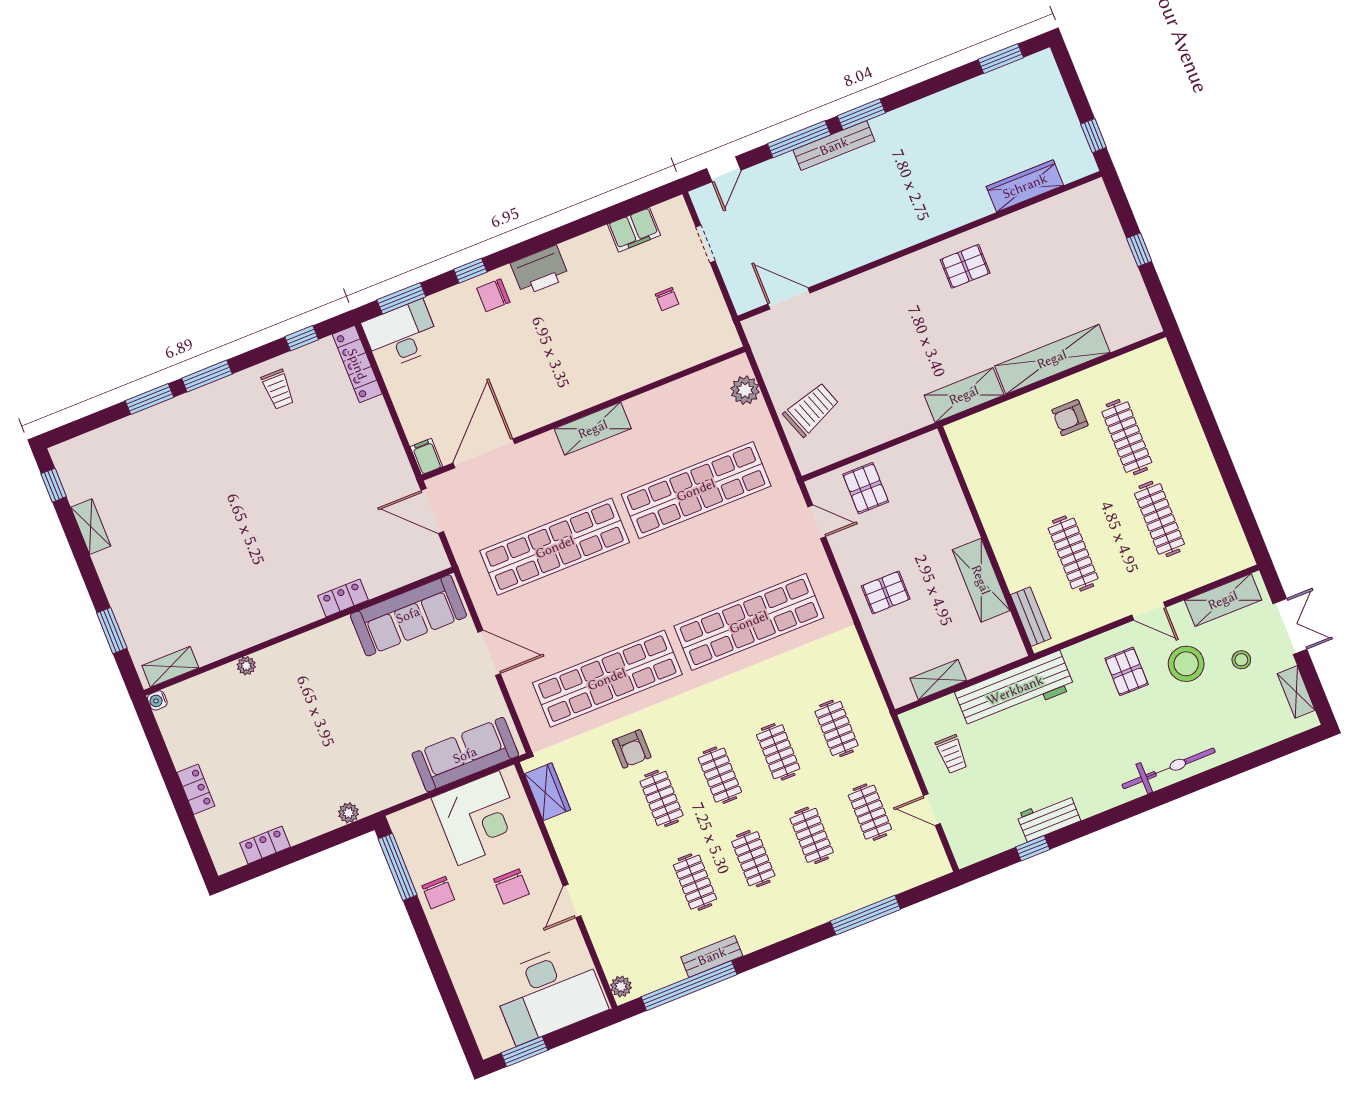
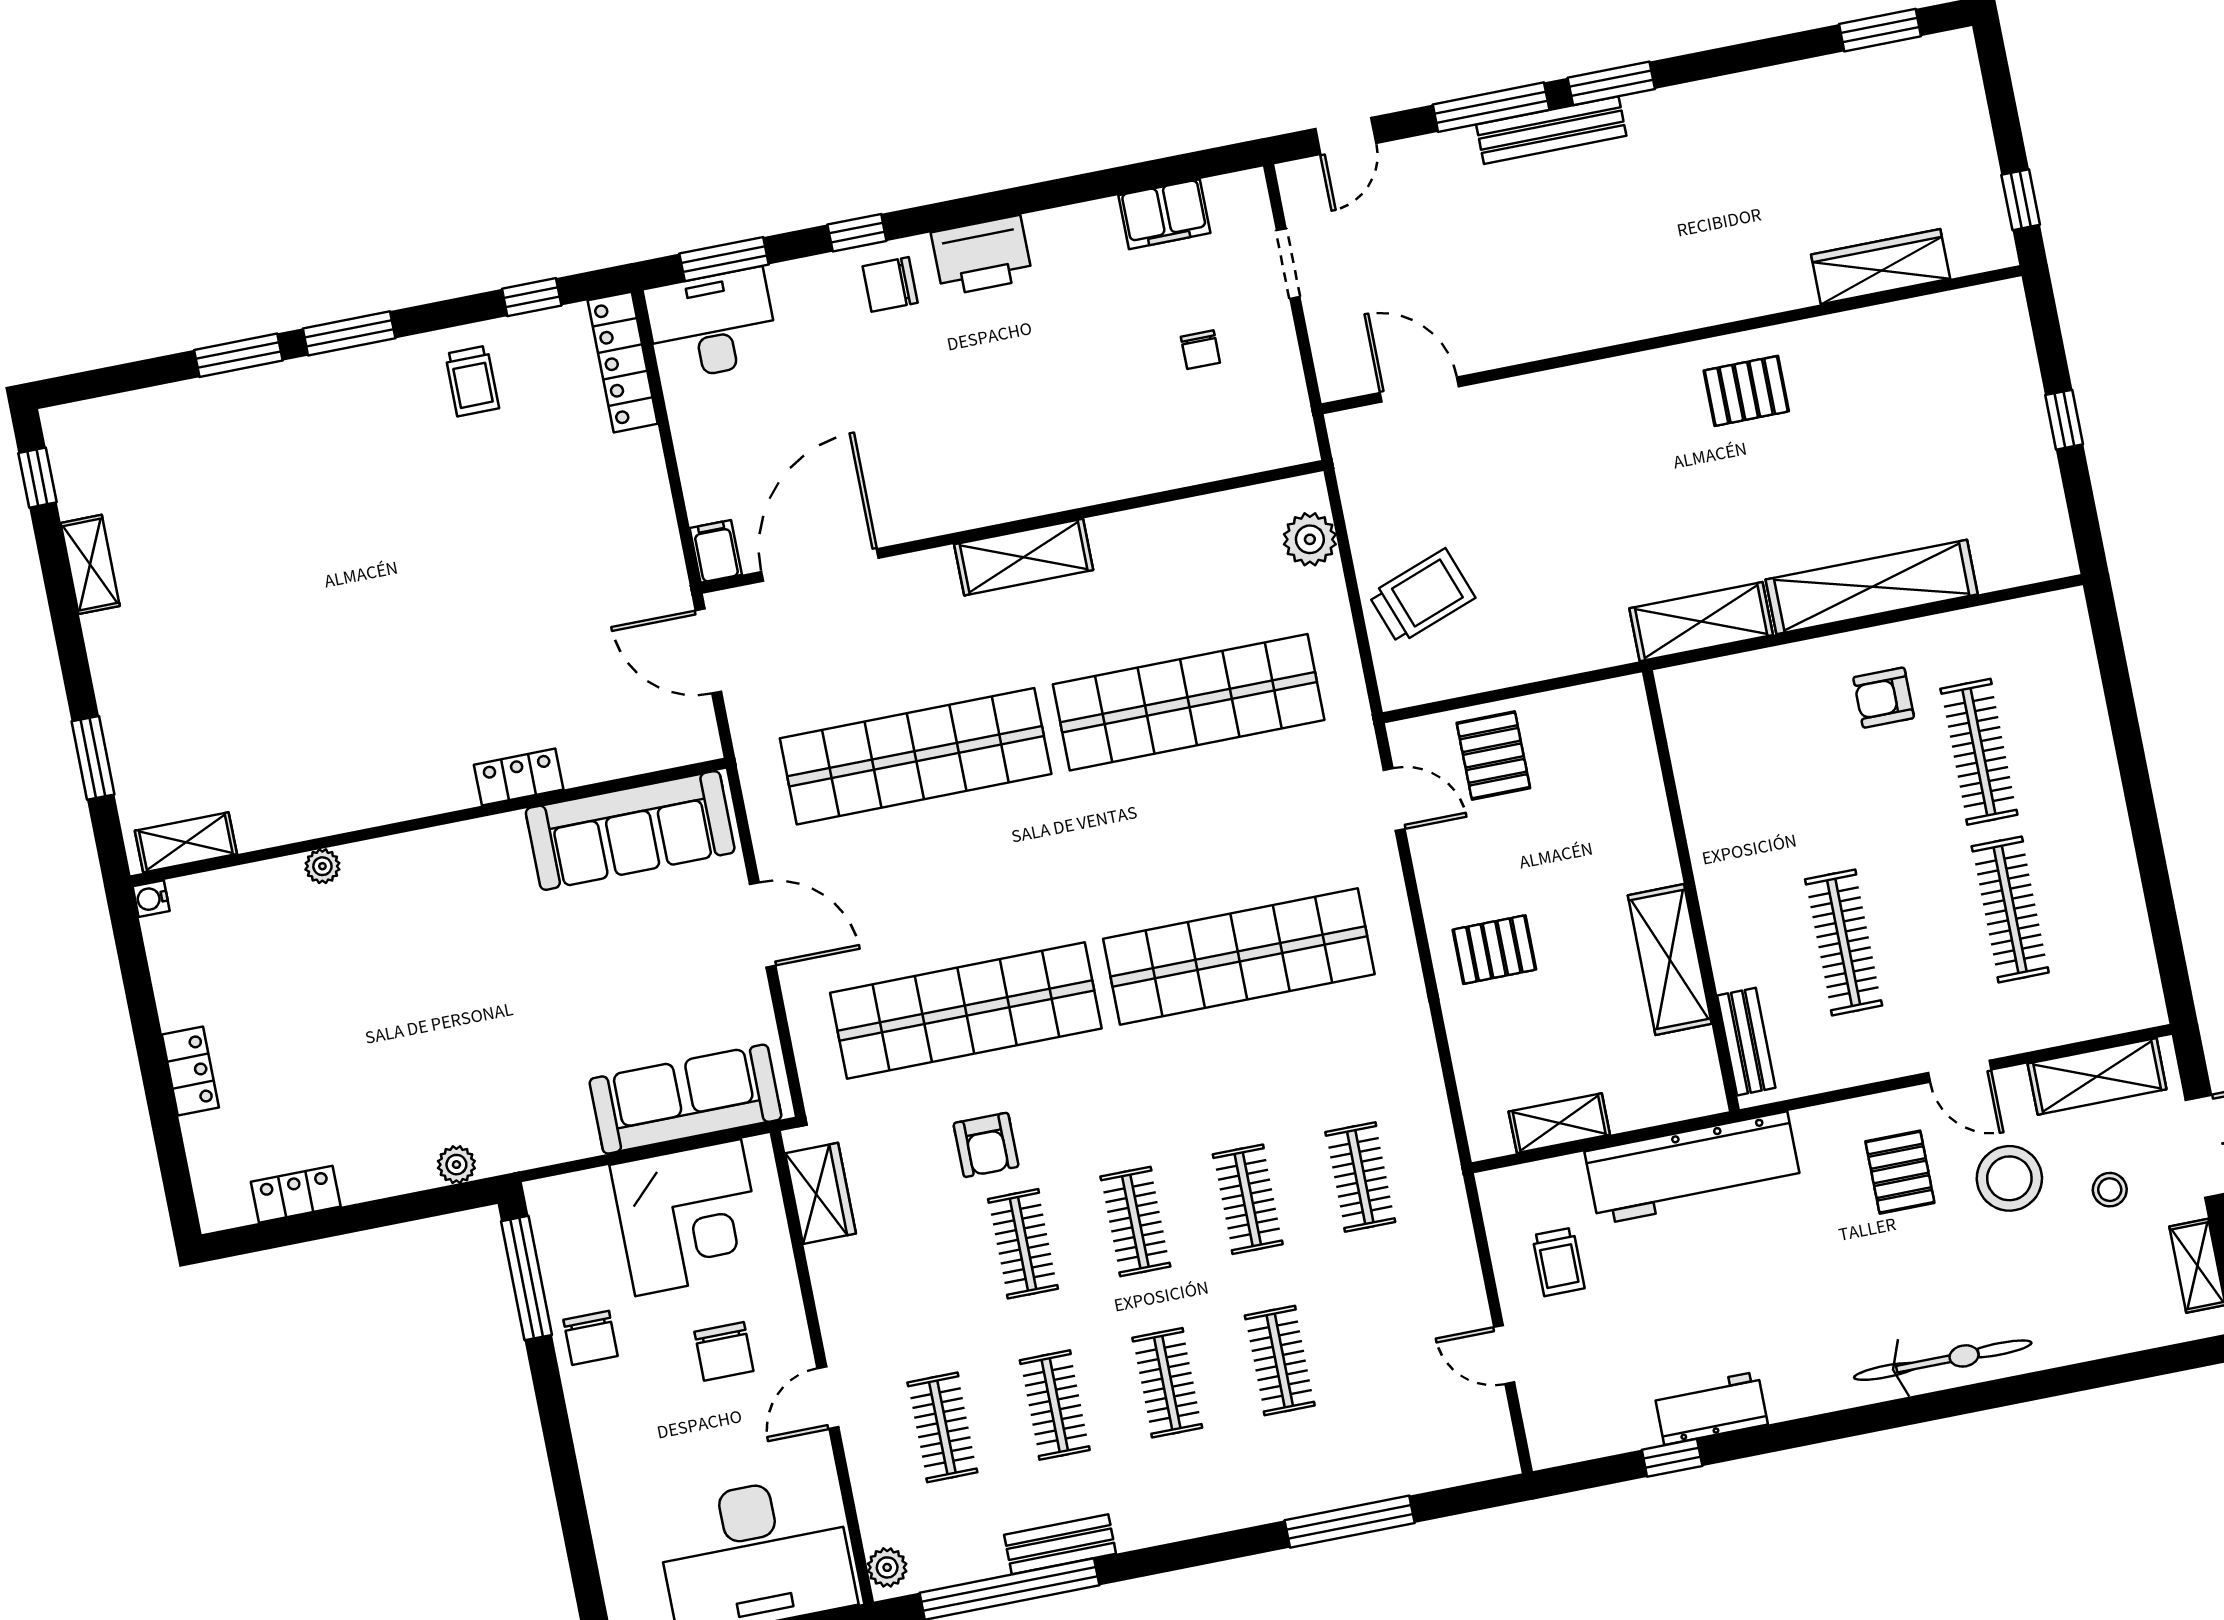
clothes rail: (870, 812) -> (942, 1427), moved

